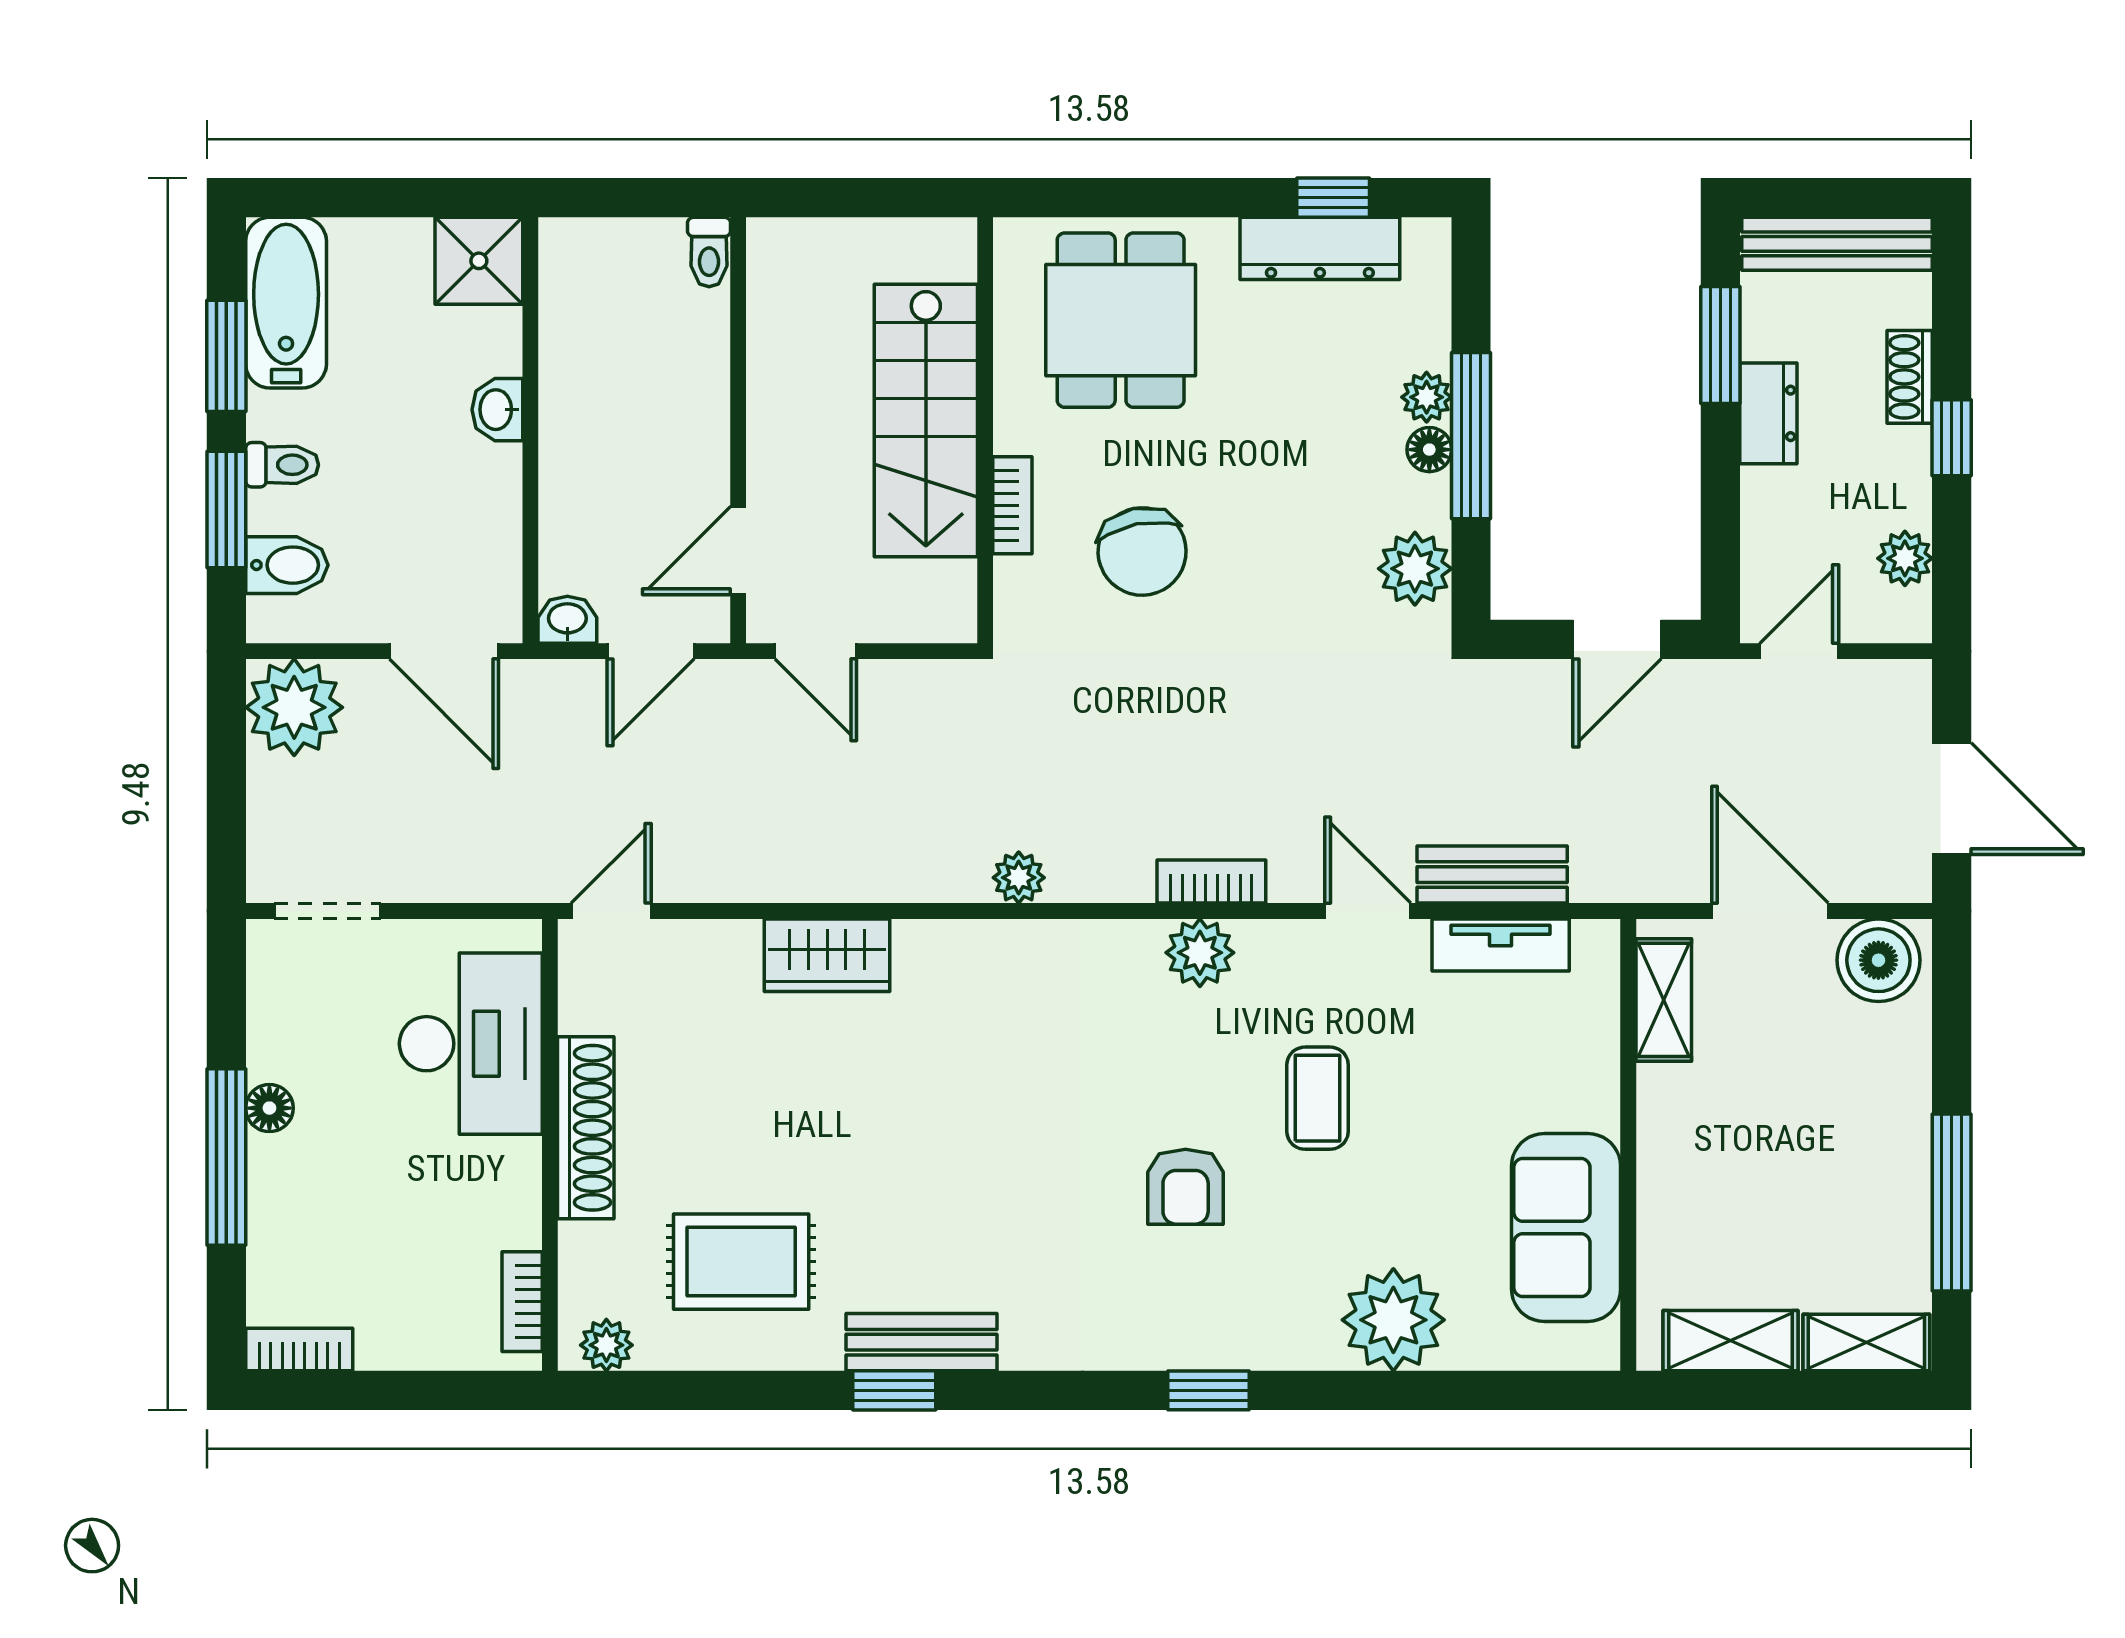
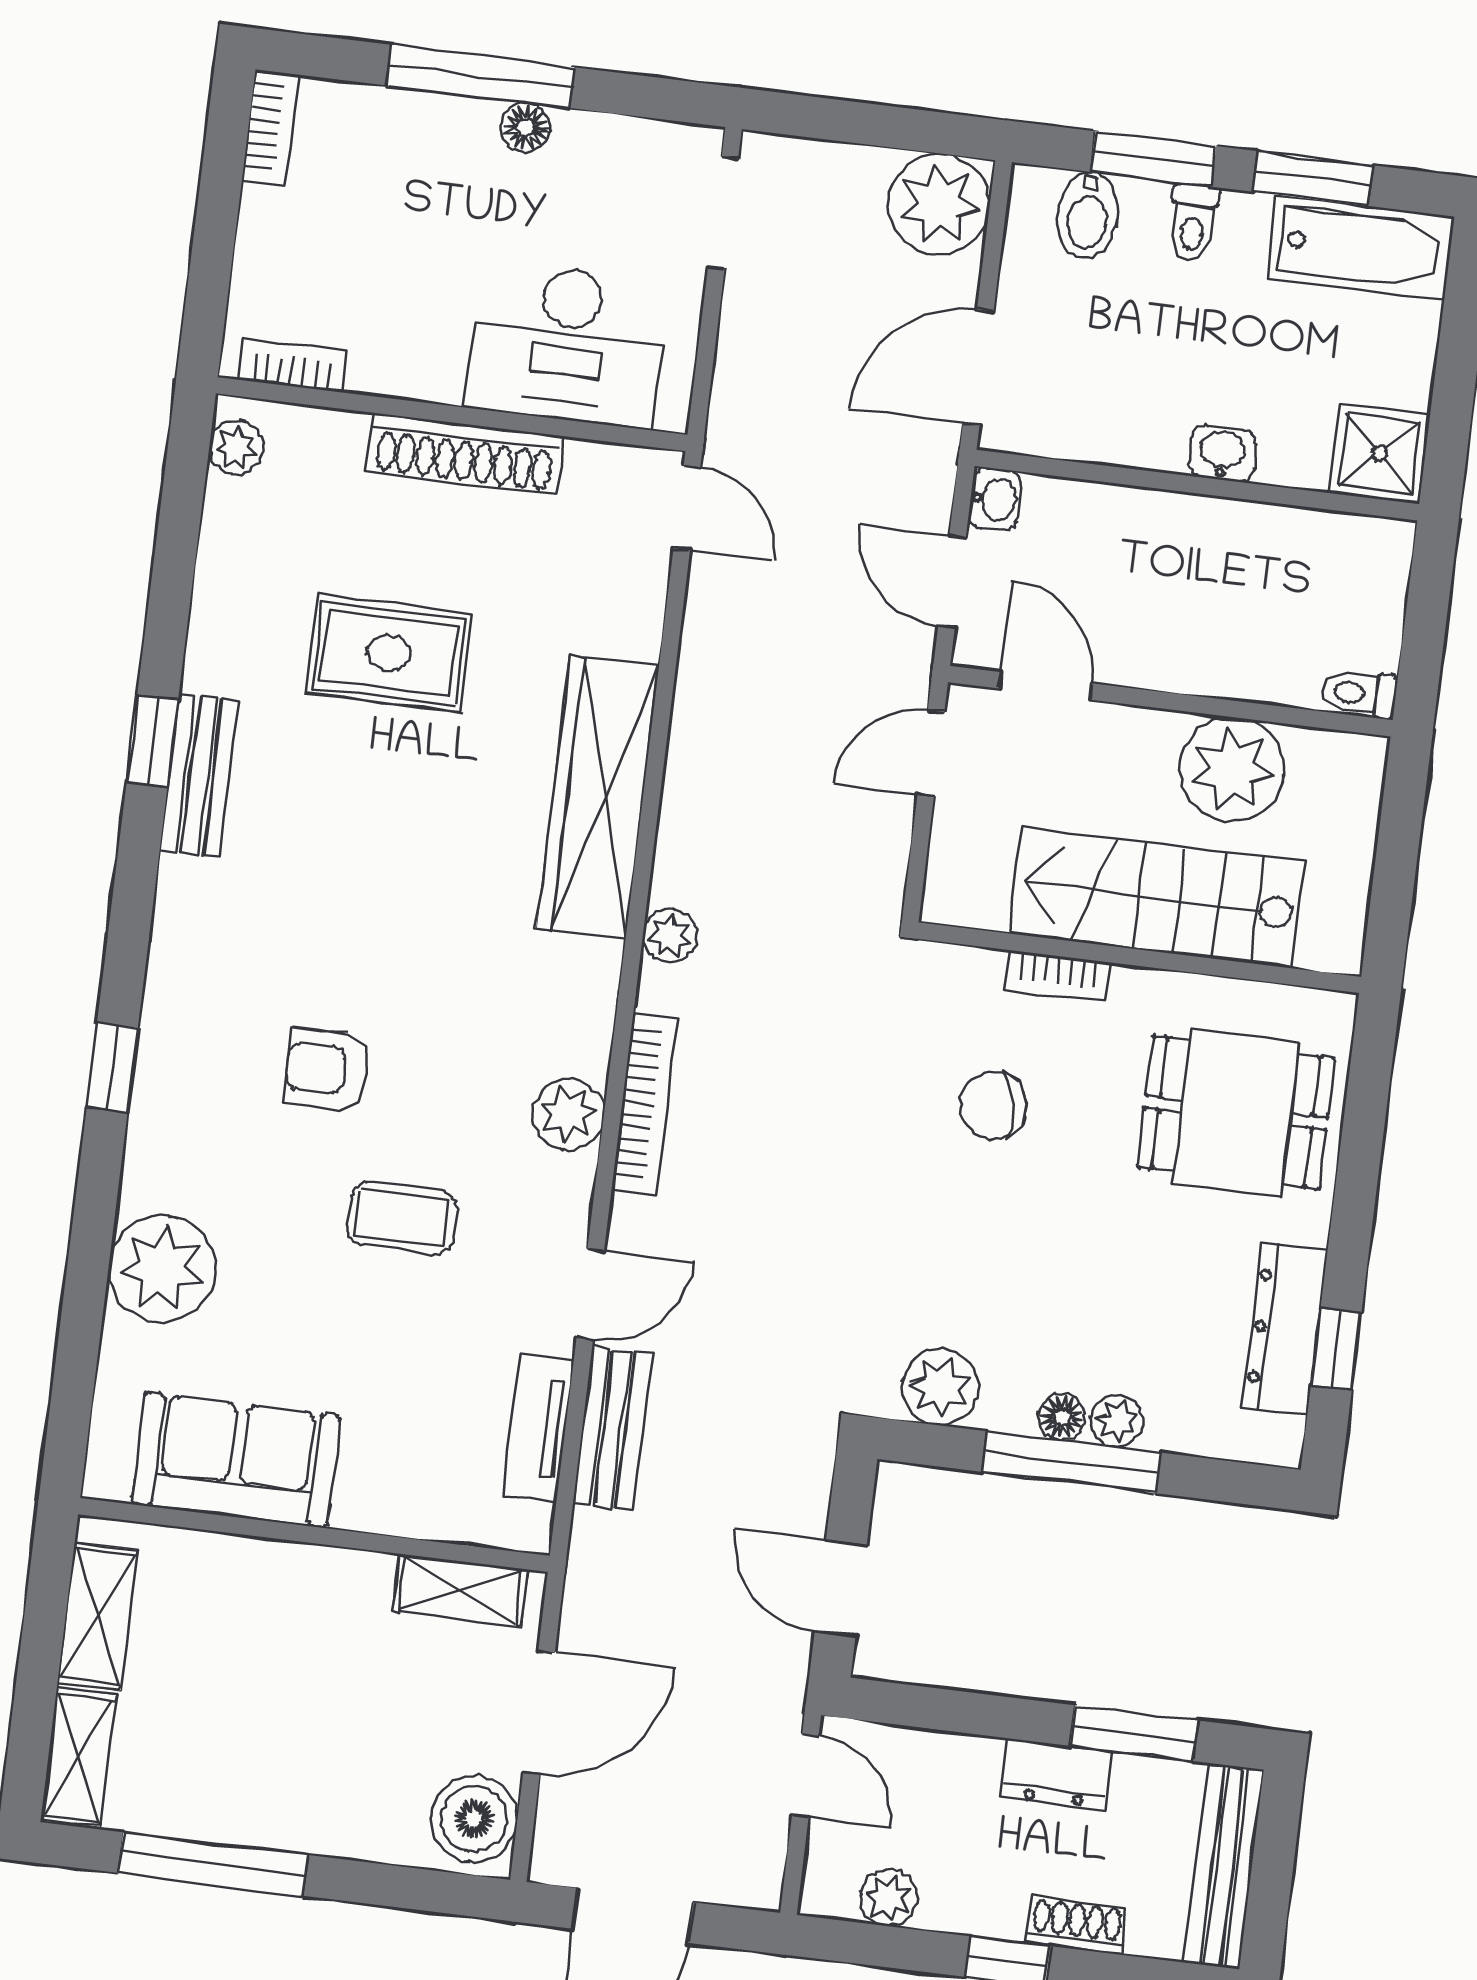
plant: (796, 364) -> (1232, 769), added
chair: (1142, 551) -> (993, 1105), width x0.73, depth x0.73
bookcase: (1211, 882) -> (645, 1104), width x1.56
wardrobe: (827, 955) -> (598, 797), width x2.10, depth x1.17
rug: (741, 1262) -> (389, 653), moved, turned 90

